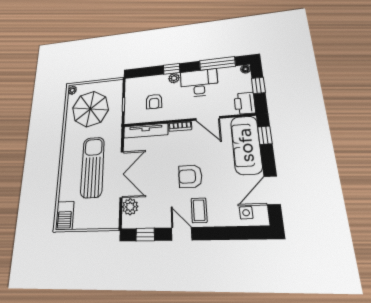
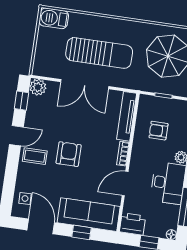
window: (265, 135) -> (82, 232), moved
plant: (130, 207) -> (38, 87), moved

